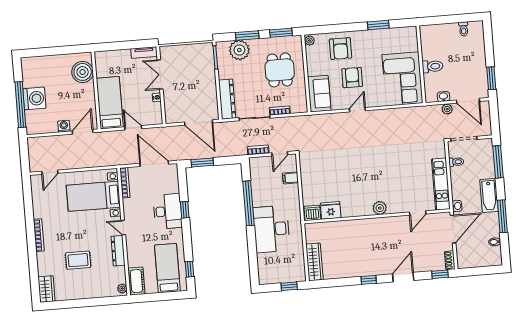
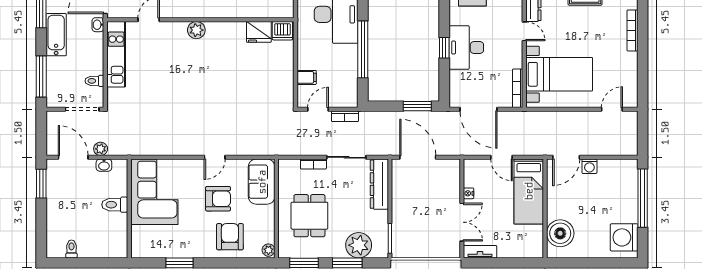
armchair: (352, 78) -> (218, 199), turned -90
washing machine: (34, 98) -> (624, 237), moved

